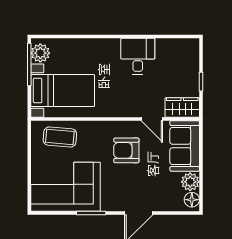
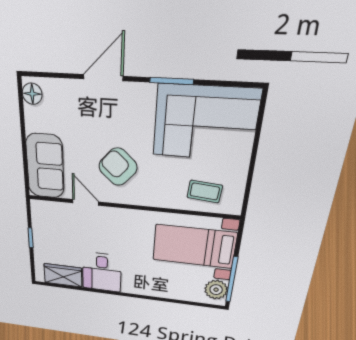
wardrobe: (182, 107) -> (63, 275), moved, turned 180
coffee table: (60, 137) -> (205, 191), width x0.73, depth x0.77
armchair: (126, 150) -> (118, 167), turned -138
plant: (190, 182) -> (36, 119), removed

